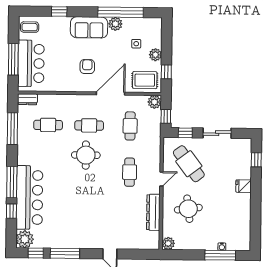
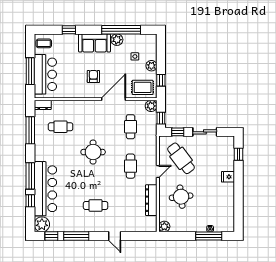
cafe table: (89, 125) -> (96, 205), moved

